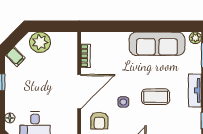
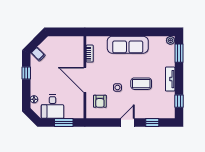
plant: (40, 42) -> (56, 44), removed
sofa: (157, 44) -> (128, 45), moved
door: (79, 92) -> (85, 80), swing flipped

